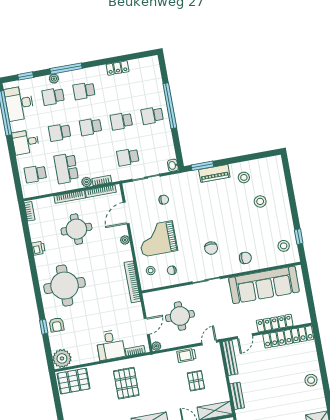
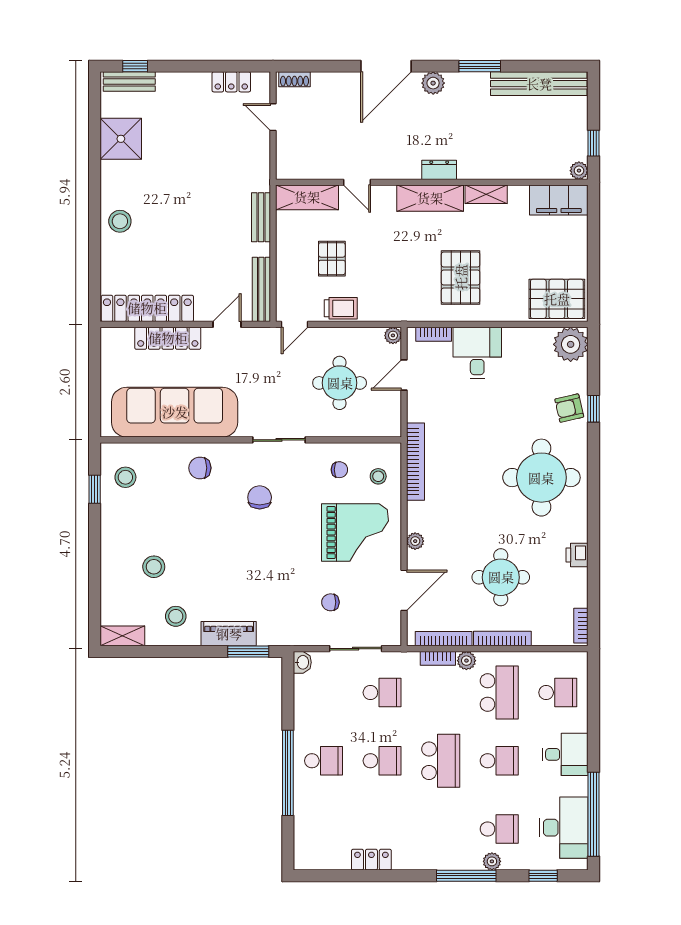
school desk: (84, 91) -> (441, 829), removed
school desk: (91, 127) -> (441, 761), width x1.85
shelving: (270, 162) -> (122, 636), added
armchair: (57, 325) -> (569, 408), turned -103

